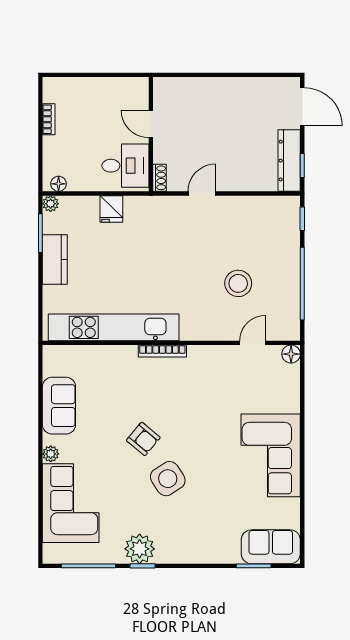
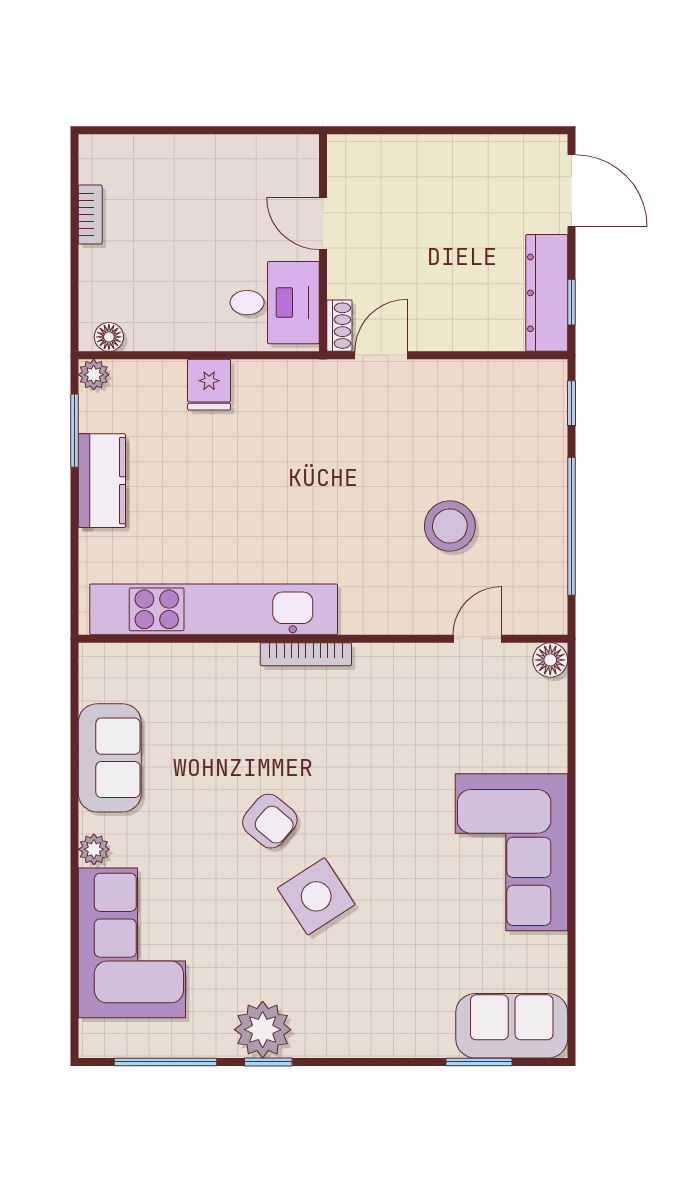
door: (151, 124) -> (323, 224), moved
wall: (151, 134) -> (323, 243), moved
desk: (125, 166) -> (275, 303), moved
shoe rack: (160, 178) -> (339, 326), moved

